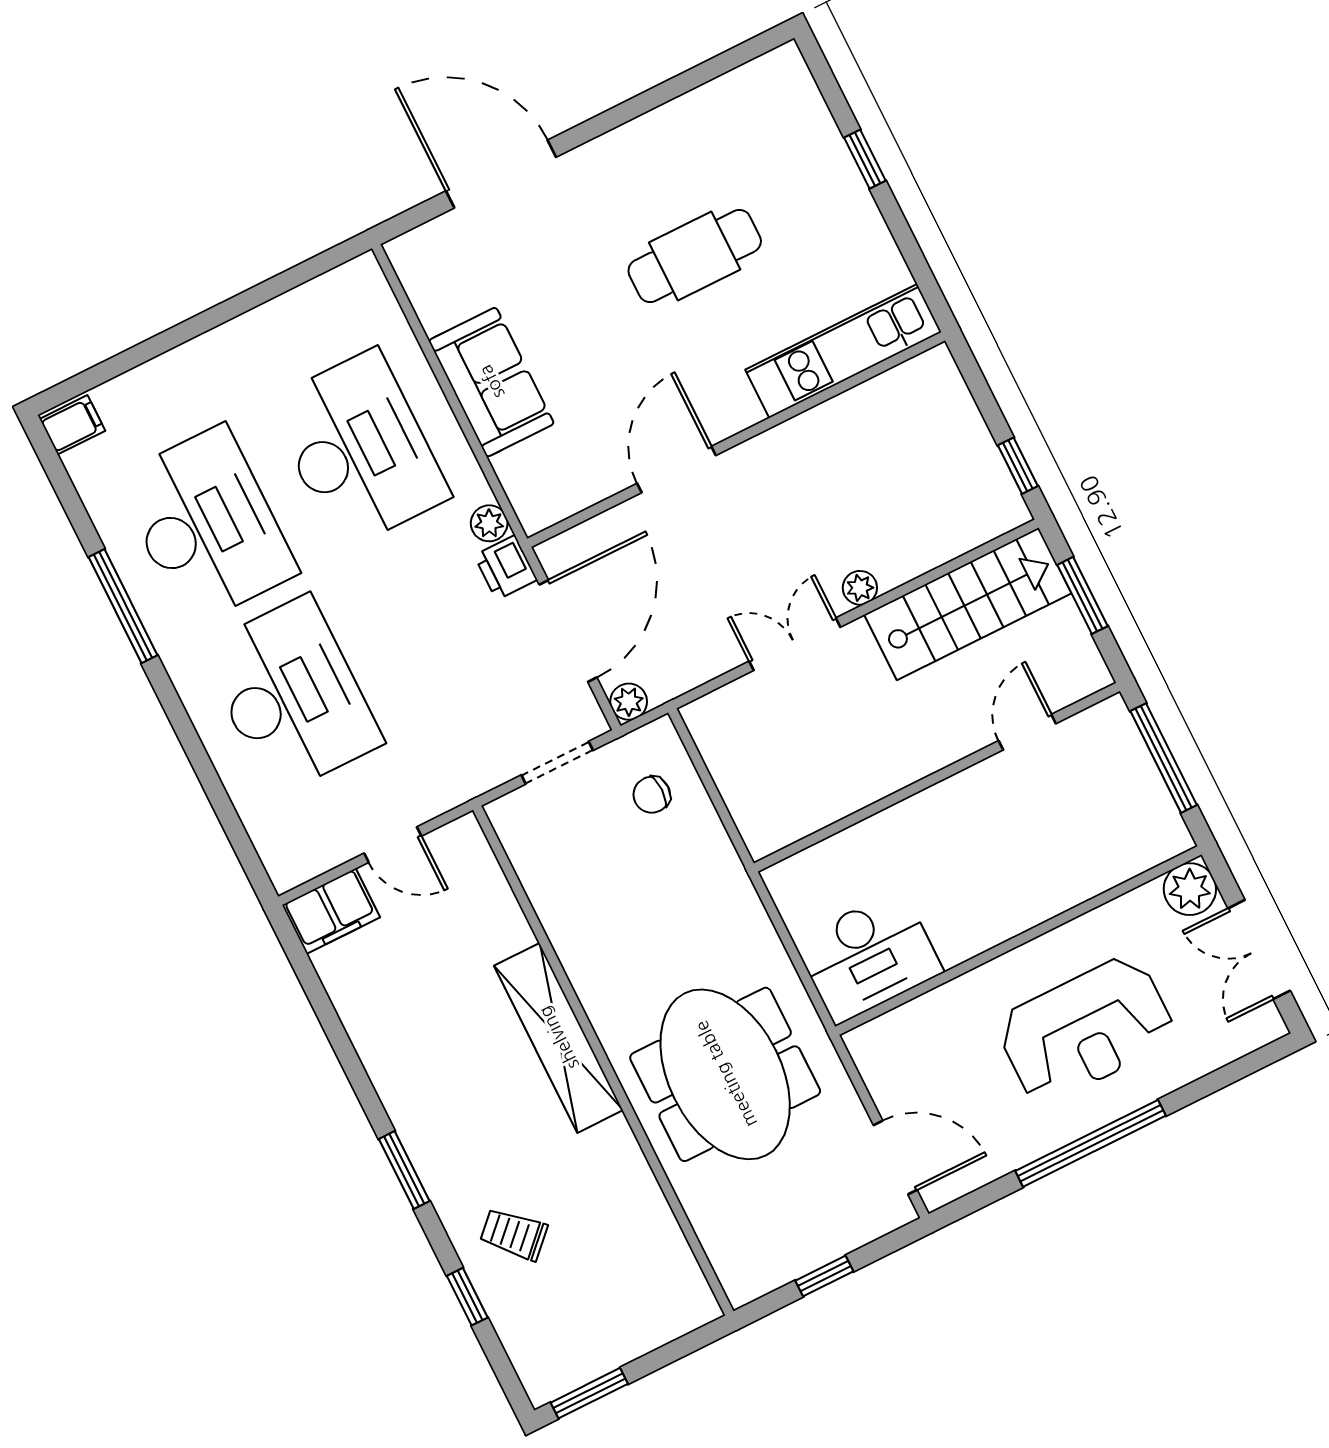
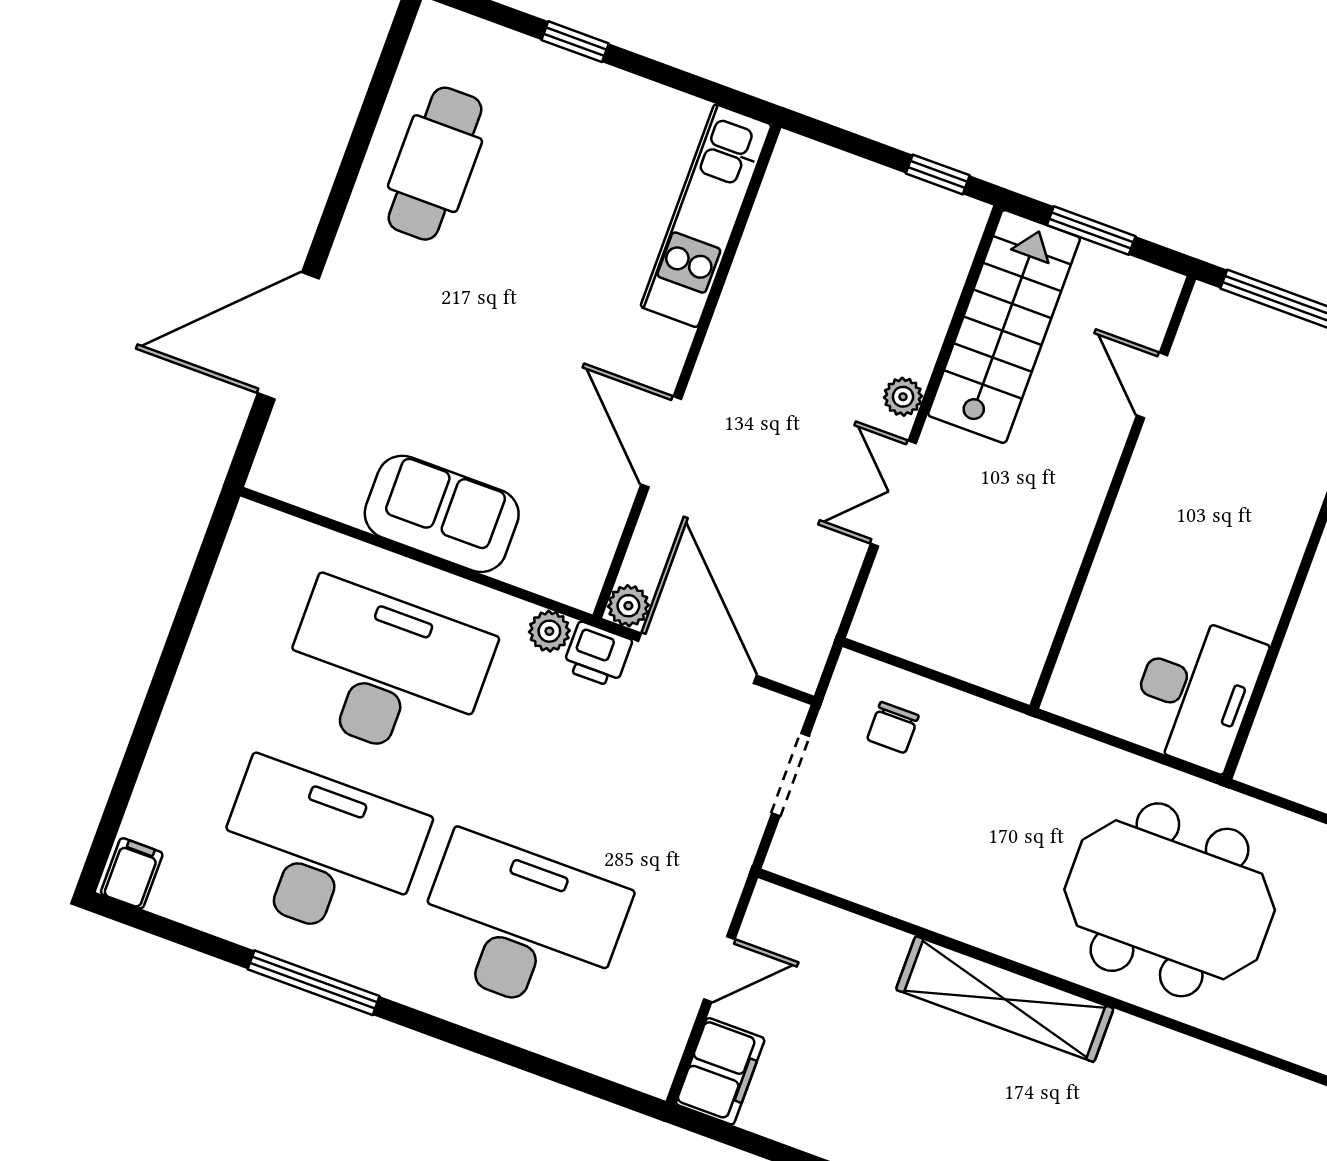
cafe table: (695, 256) -> (435, 164), moved
plant: (629, 702) -> (628, 606), moved

